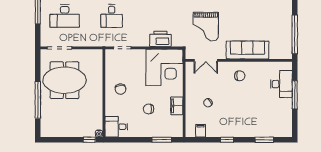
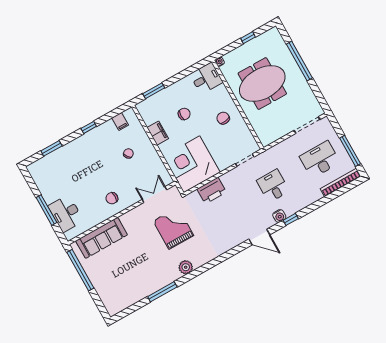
sofa: (247, 50) -> (102, 238), moved
meeting table: (64, 80) -> (262, 84), moved
window: (89, 140) -> (248, 38), moved

